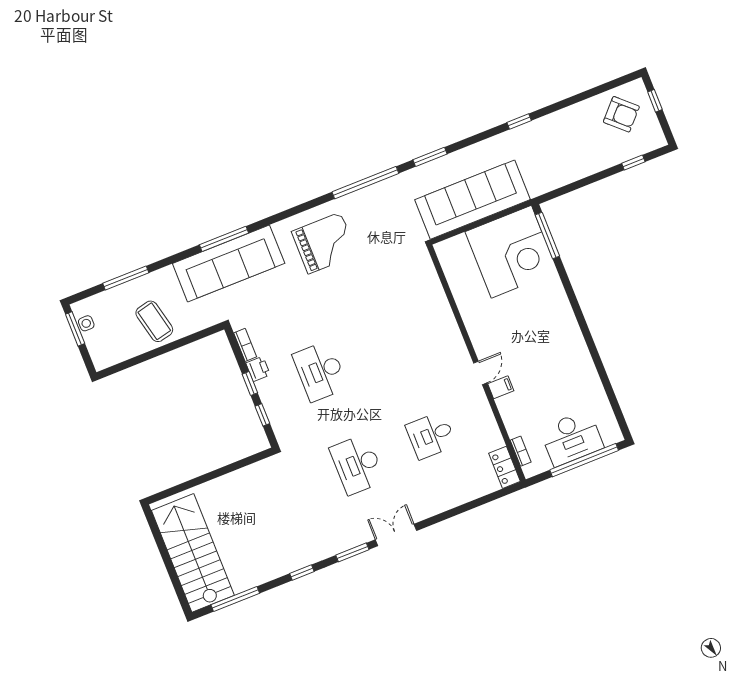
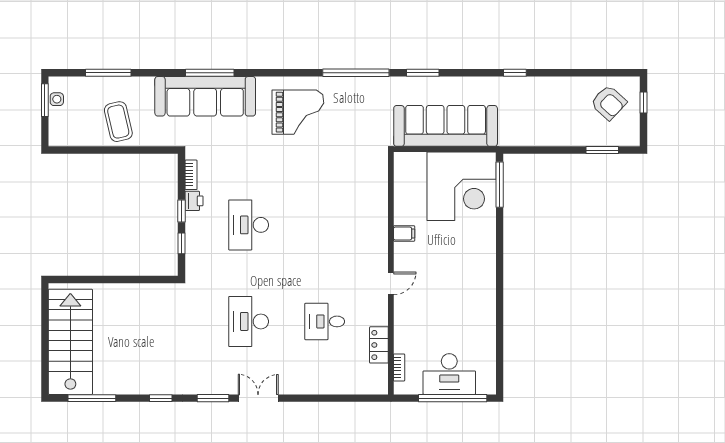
window: (633, 163) -> (602, 150), width x1.50
filing cabinet: (501, 387) -> (404, 233), moved
locker: (505, 467) -> (379, 345), moved

